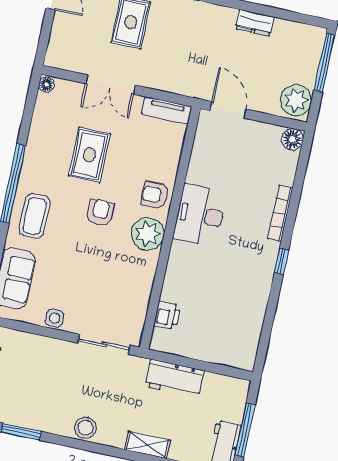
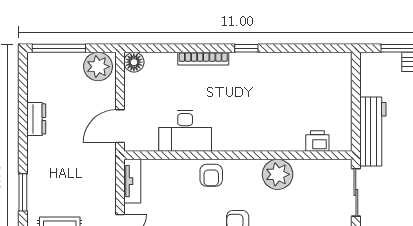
desk: (200, 215) -> (185, 131), moved
plant: (148, 234) -> (278, 174), moved
workbench: (174, 378) -> (373, 131), width x1.37

